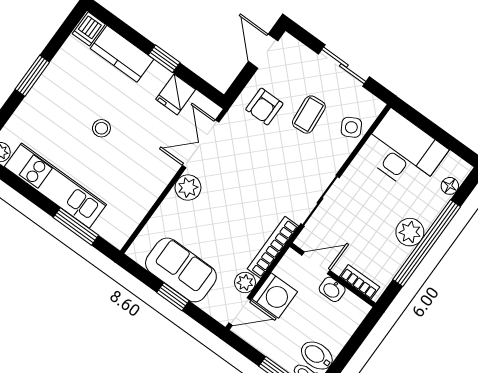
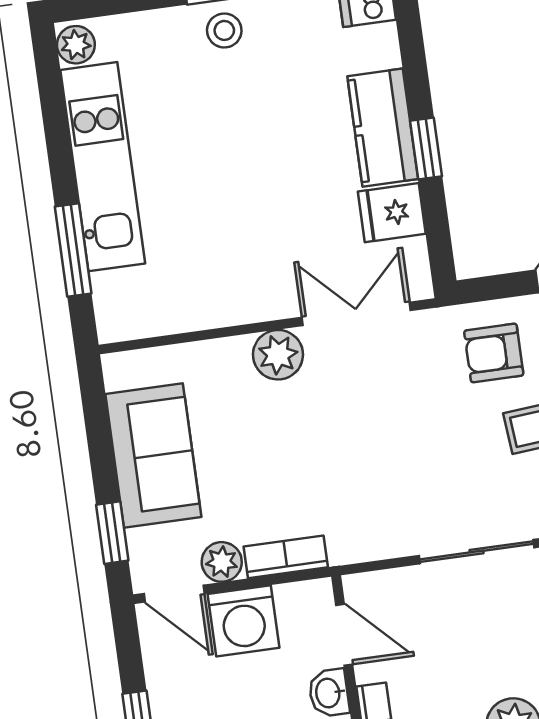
kitchen counter: (122, 54) -> (383, 128), moved
stool: (101, 128) -> (224, 30), moved
sliding door: (320, 201) -> (476, 552), moved
bookcase: (273, 247) -> (286, 557), width x0.64
window: (173, 297) -> (112, 533), moved

